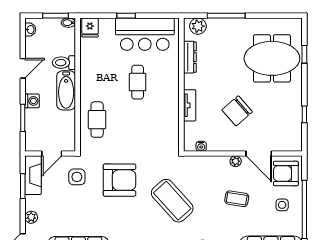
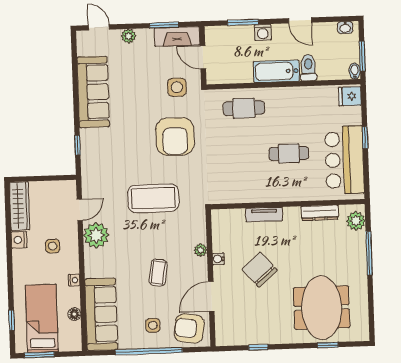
water cooler: (201, 146) -> (218, 259), moved
plant: (236, 161) -> (201, 250), moved
armchair: (286, 173) -> (189, 328), turned -82
coffee table: (172, 201) -> (153, 198), turned 42

